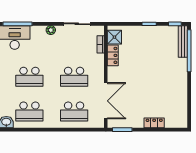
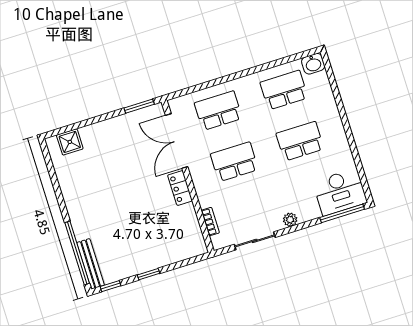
shower: (114, 37) -> (70, 142), moved
locker: (113, 55) -> (180, 188), moved
locker: (154, 123) -> (95, 131), removed

